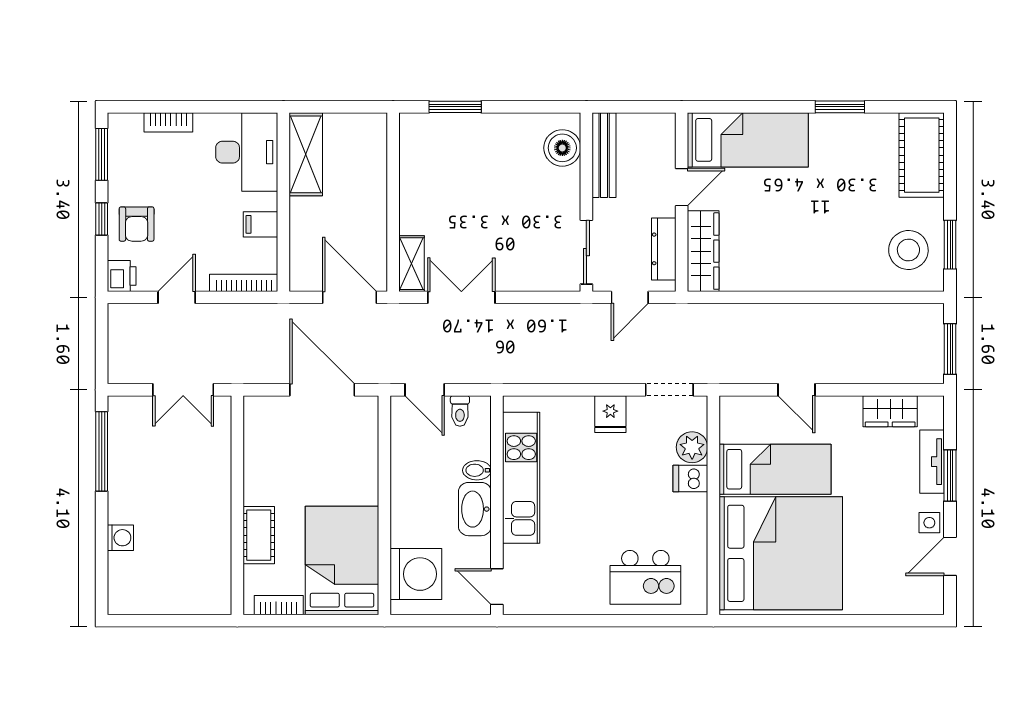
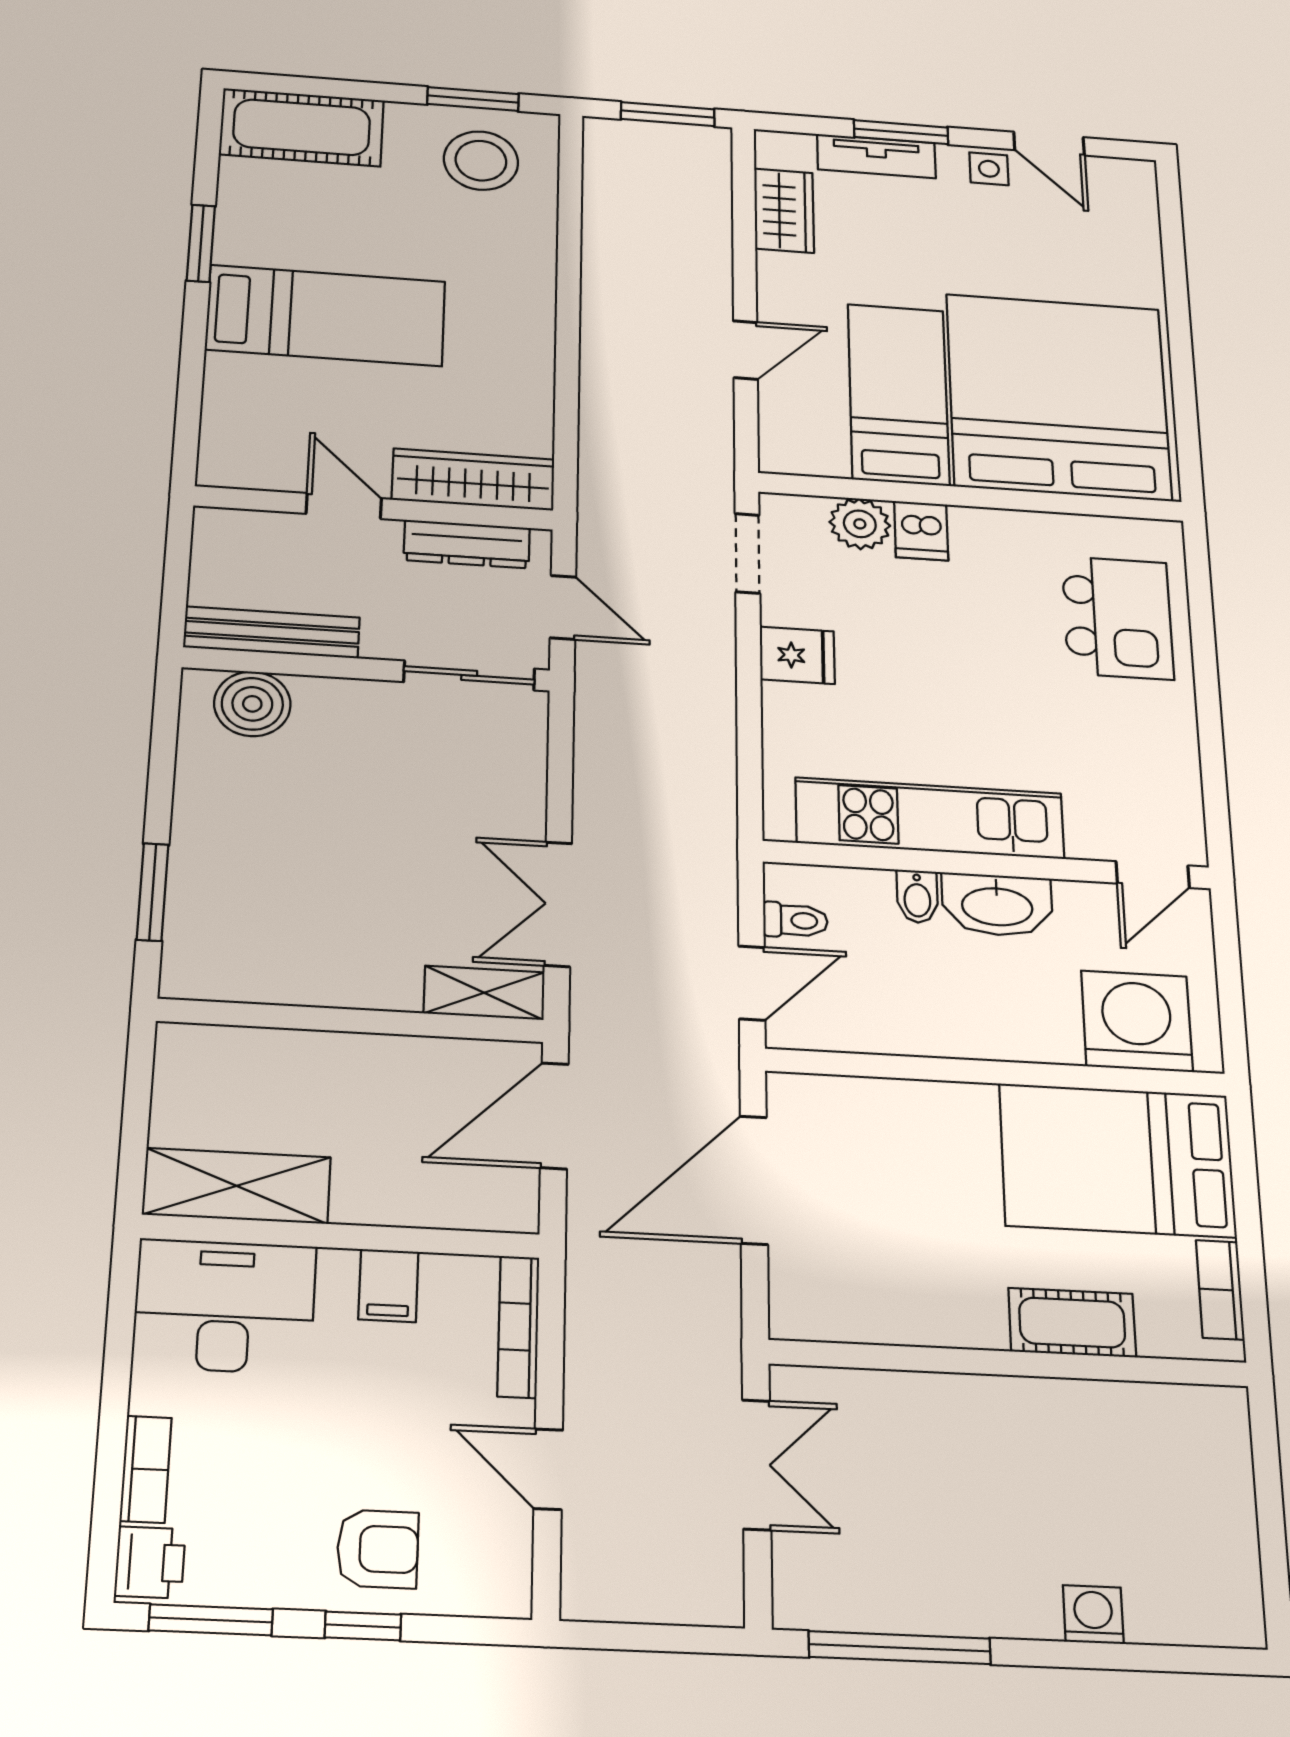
bed: (748, 140) -> (326, 315), moved, turned 90
printer: (122, 276) -> (150, 1562), moved, turned 90

